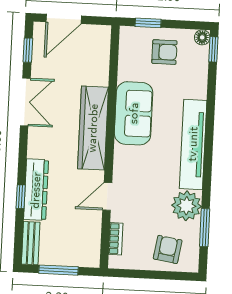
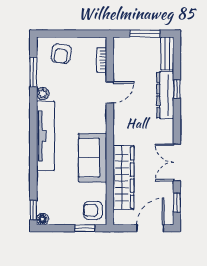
armchair: (164, 52) -> (93, 210), moved
wardrobe: (93, 128) -> (123, 178), moved
plant: (186, 206) -> (43, 94), width x0.53, depth x0.53

